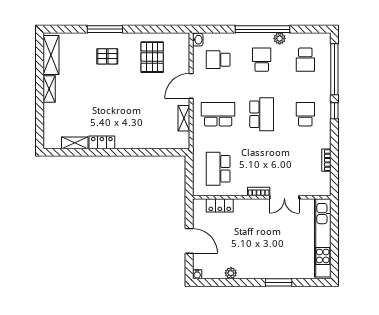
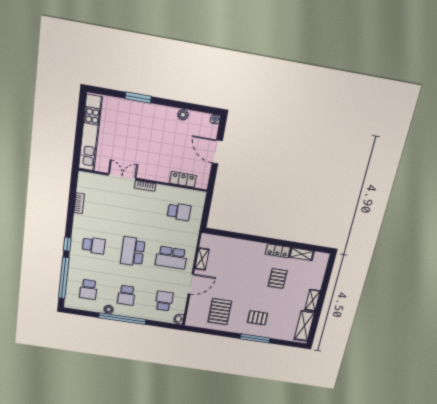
school desk: (218, 60) -> (164, 301), turned -90
school desk: (305, 60) -> (88, 289), turned 180
pallet: (95, 109) -> (278, 278), added
school desk: (305, 114) -> (94, 245), turned -90
school desk: (218, 169) -> (179, 212), width x0.54

